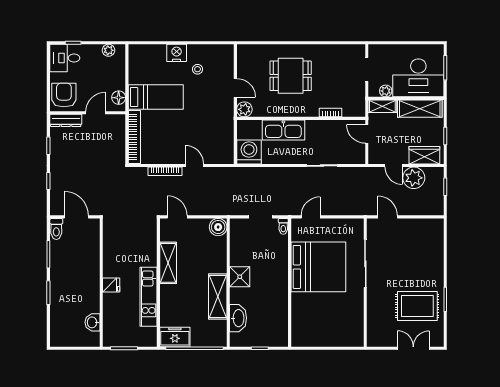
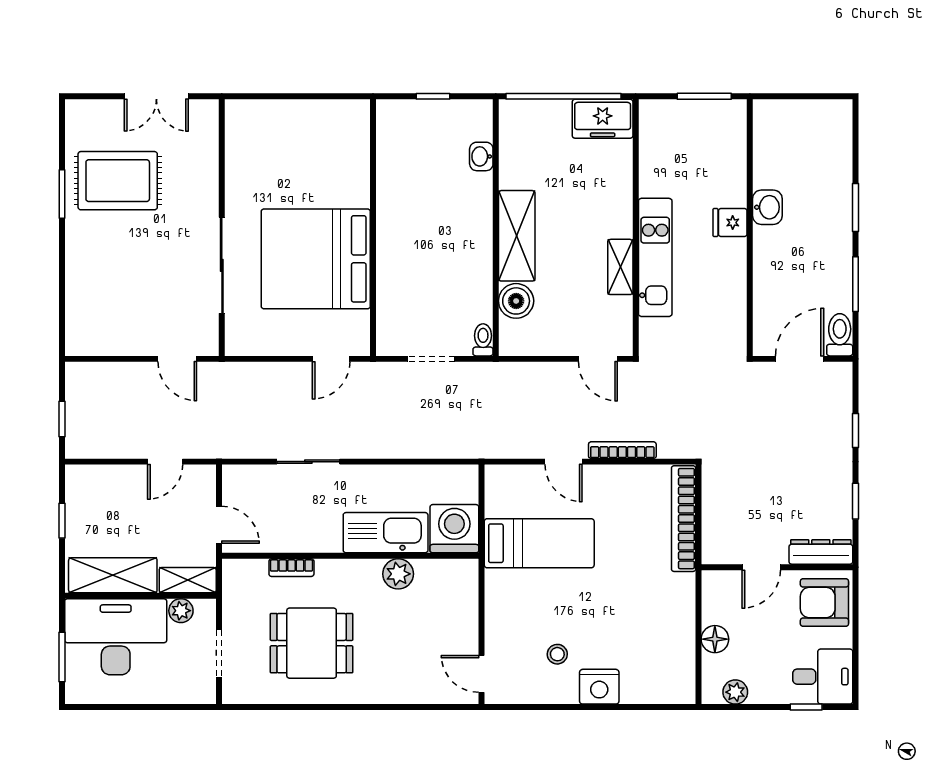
dining table: (291, 76) -> (312, 643), moved
door: (235, 88) -> (482, 674), moved
armchair: (64, 95) -> (824, 603), turned 90
bed: (156, 97) -> (539, 543), moved, turned 180
floor lamp: (119, 98) -> (715, 639), moved
plant: (244, 109) -> (398, 574), moved
washing machine: (249, 152) -> (454, 529), moved, turned 180
wardrobe: (424, 155) -> (104, 482), removed
door: (394, 166) -> (165, 462), swing flipped
plant: (414, 178) -> (125, 437), removed
door: (76, 217) -> (800, 359), swing flipped
toilet: (283, 226) -> (483, 340), moved
boiler: (218, 227) -> (516, 301), moved
shelving: (168, 263) -> (620, 267), width x0.67, depth x0.75
shower: (240, 277) -> (473, 239), removed
shelving: (218, 296) -> (517, 236), moved
kitchen unit: (149, 297) -> (655, 257), moved
washbasin: (238, 318) -> (481, 156), width x0.52, depth x0.69
washbasin: (92, 322) -> (767, 207), moved
double door: (413, 348) -> (156, 96), moved

